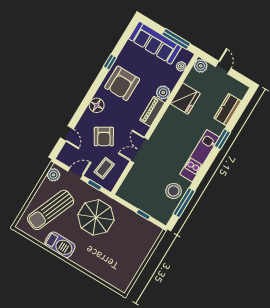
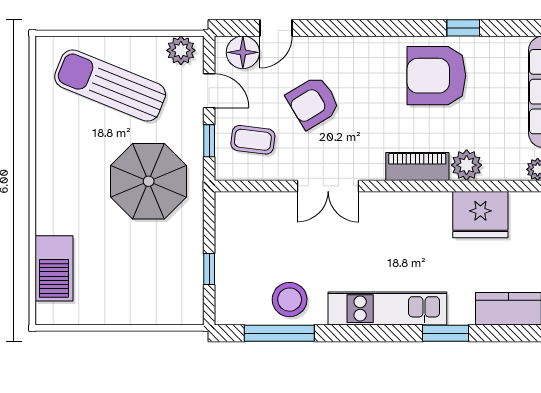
floor lamp: (97, 105) -> (243, 52), moved
double door: (139, 150) -> (328, 186), swing flipped
barbecue: (60, 245) -> (54, 268), moved

